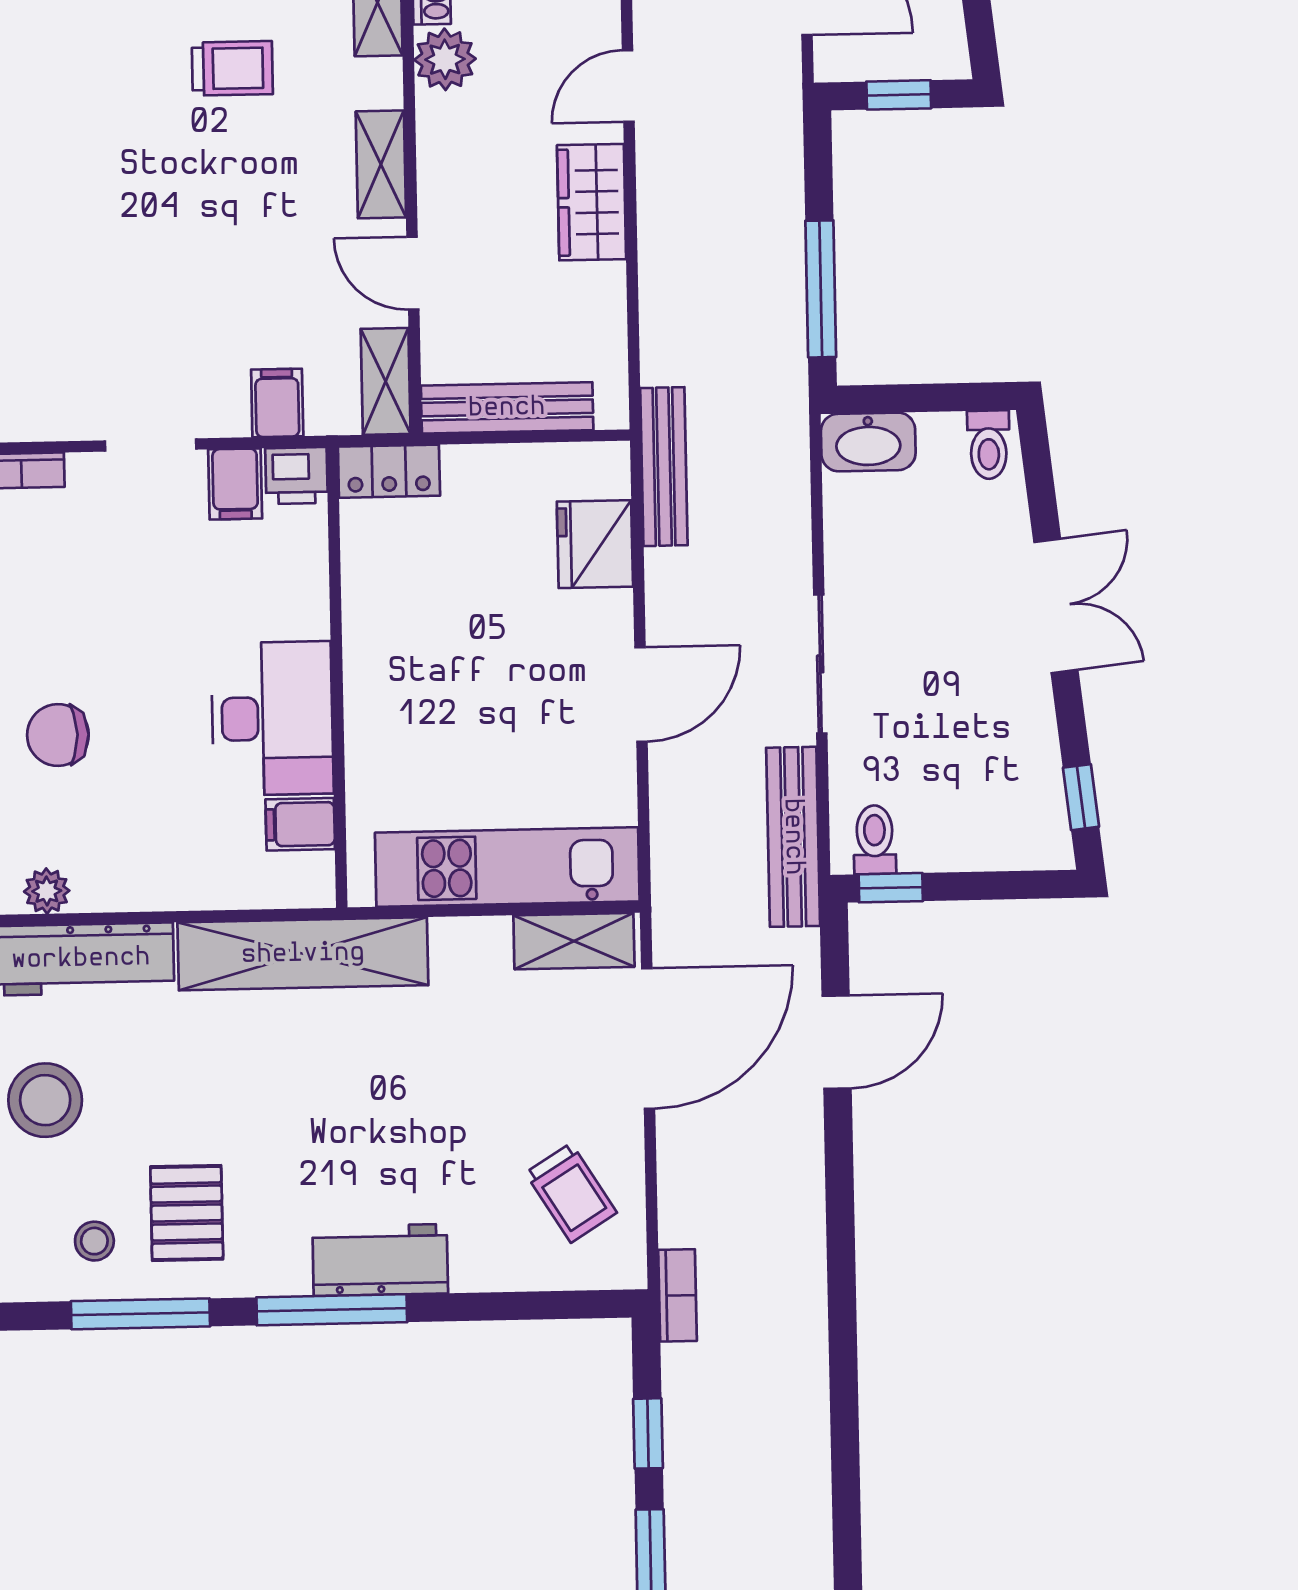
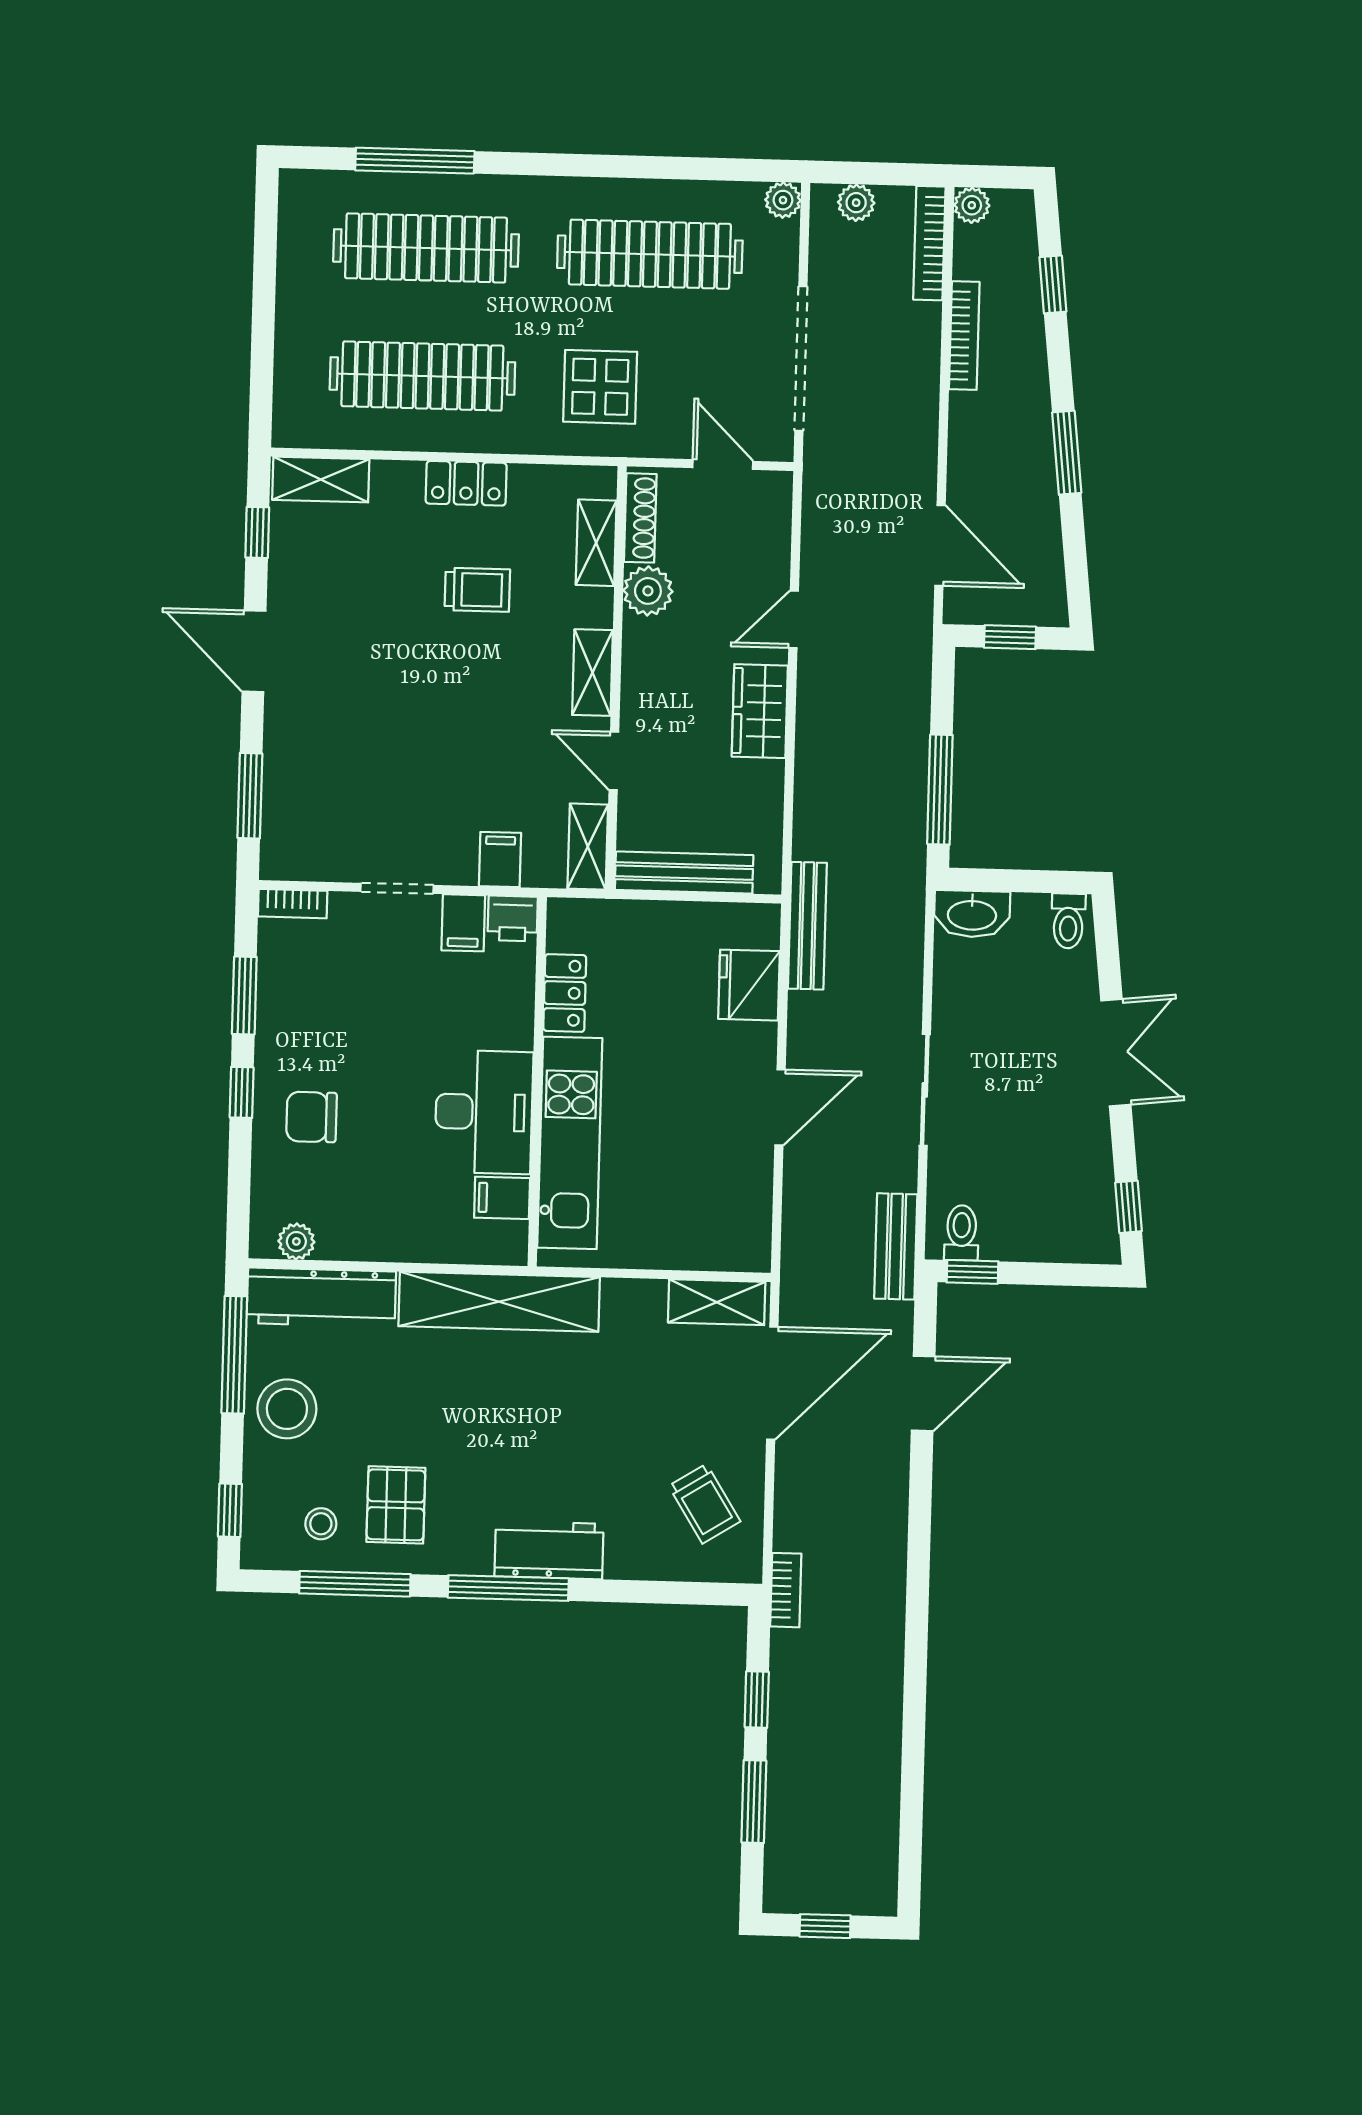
locker: (389, 471) -> (565, 993), moved, turned -90
bench: (793, 837) -> (896, 1246), width x0.73
kitchen unit: (507, 867) -> (570, 1143), moved, turned 90

